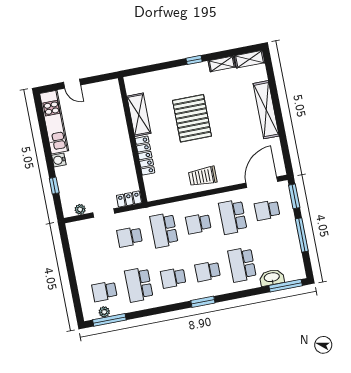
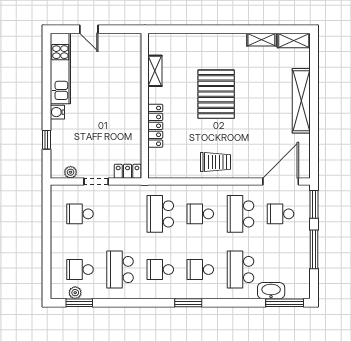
window: (194, 60) -> (231, 29), removed
shelving: (139, 115) -> (155, 71), width x0.67, depth x0.75
trolley: (203, 176) -> (215, 162), turned 180
school desk: (130, 237) -> (80, 214), moved
window: (109, 320) -> (79, 303), width x0.69

